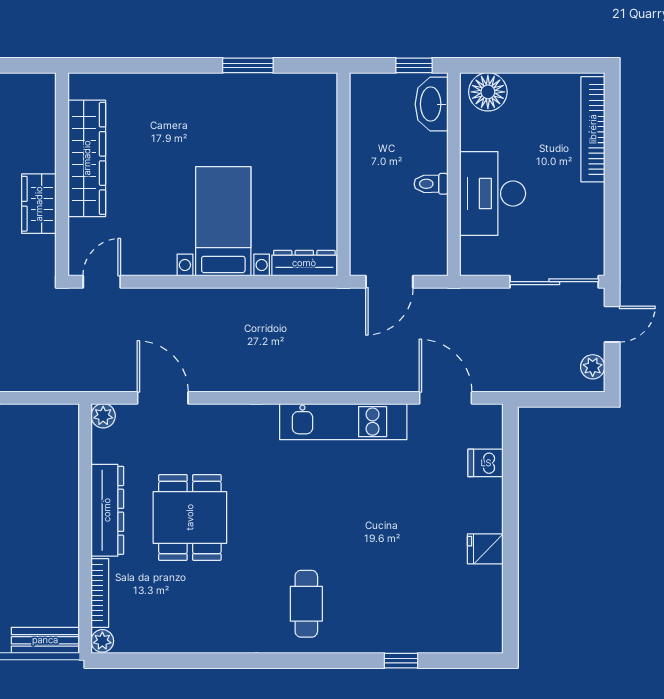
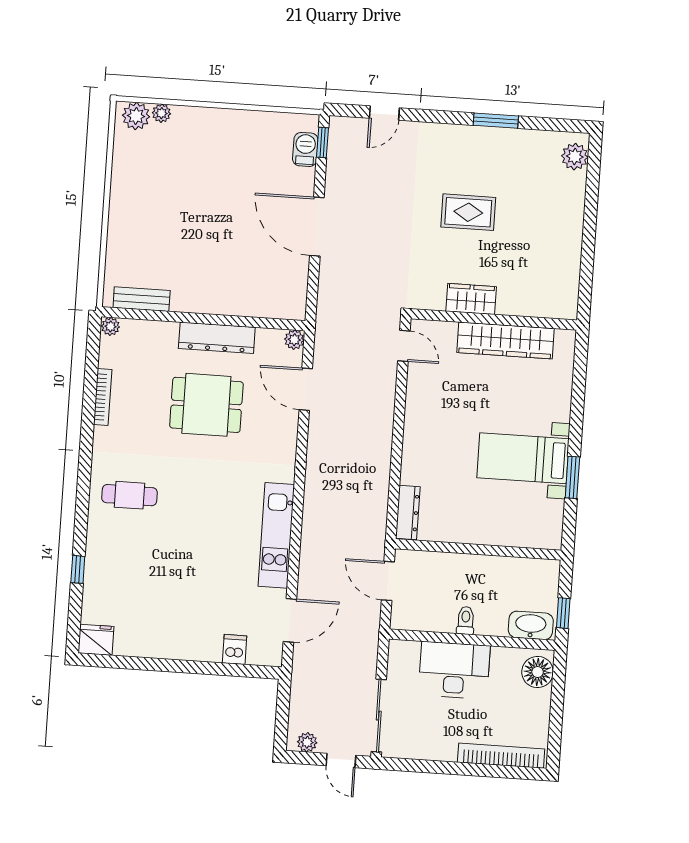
bed with nightstands: (223, 221) -> (523, 458), moved, turned 180
door: (163, 398) -> (306, 389), swing flipped
fridge: (485, 549) -> (96, 640), moved, width x1.38
bookcase: (100, 593) -> (103, 397), moved, turned -90
bench: (45, 640) -> (142, 299), moved, turned 90

